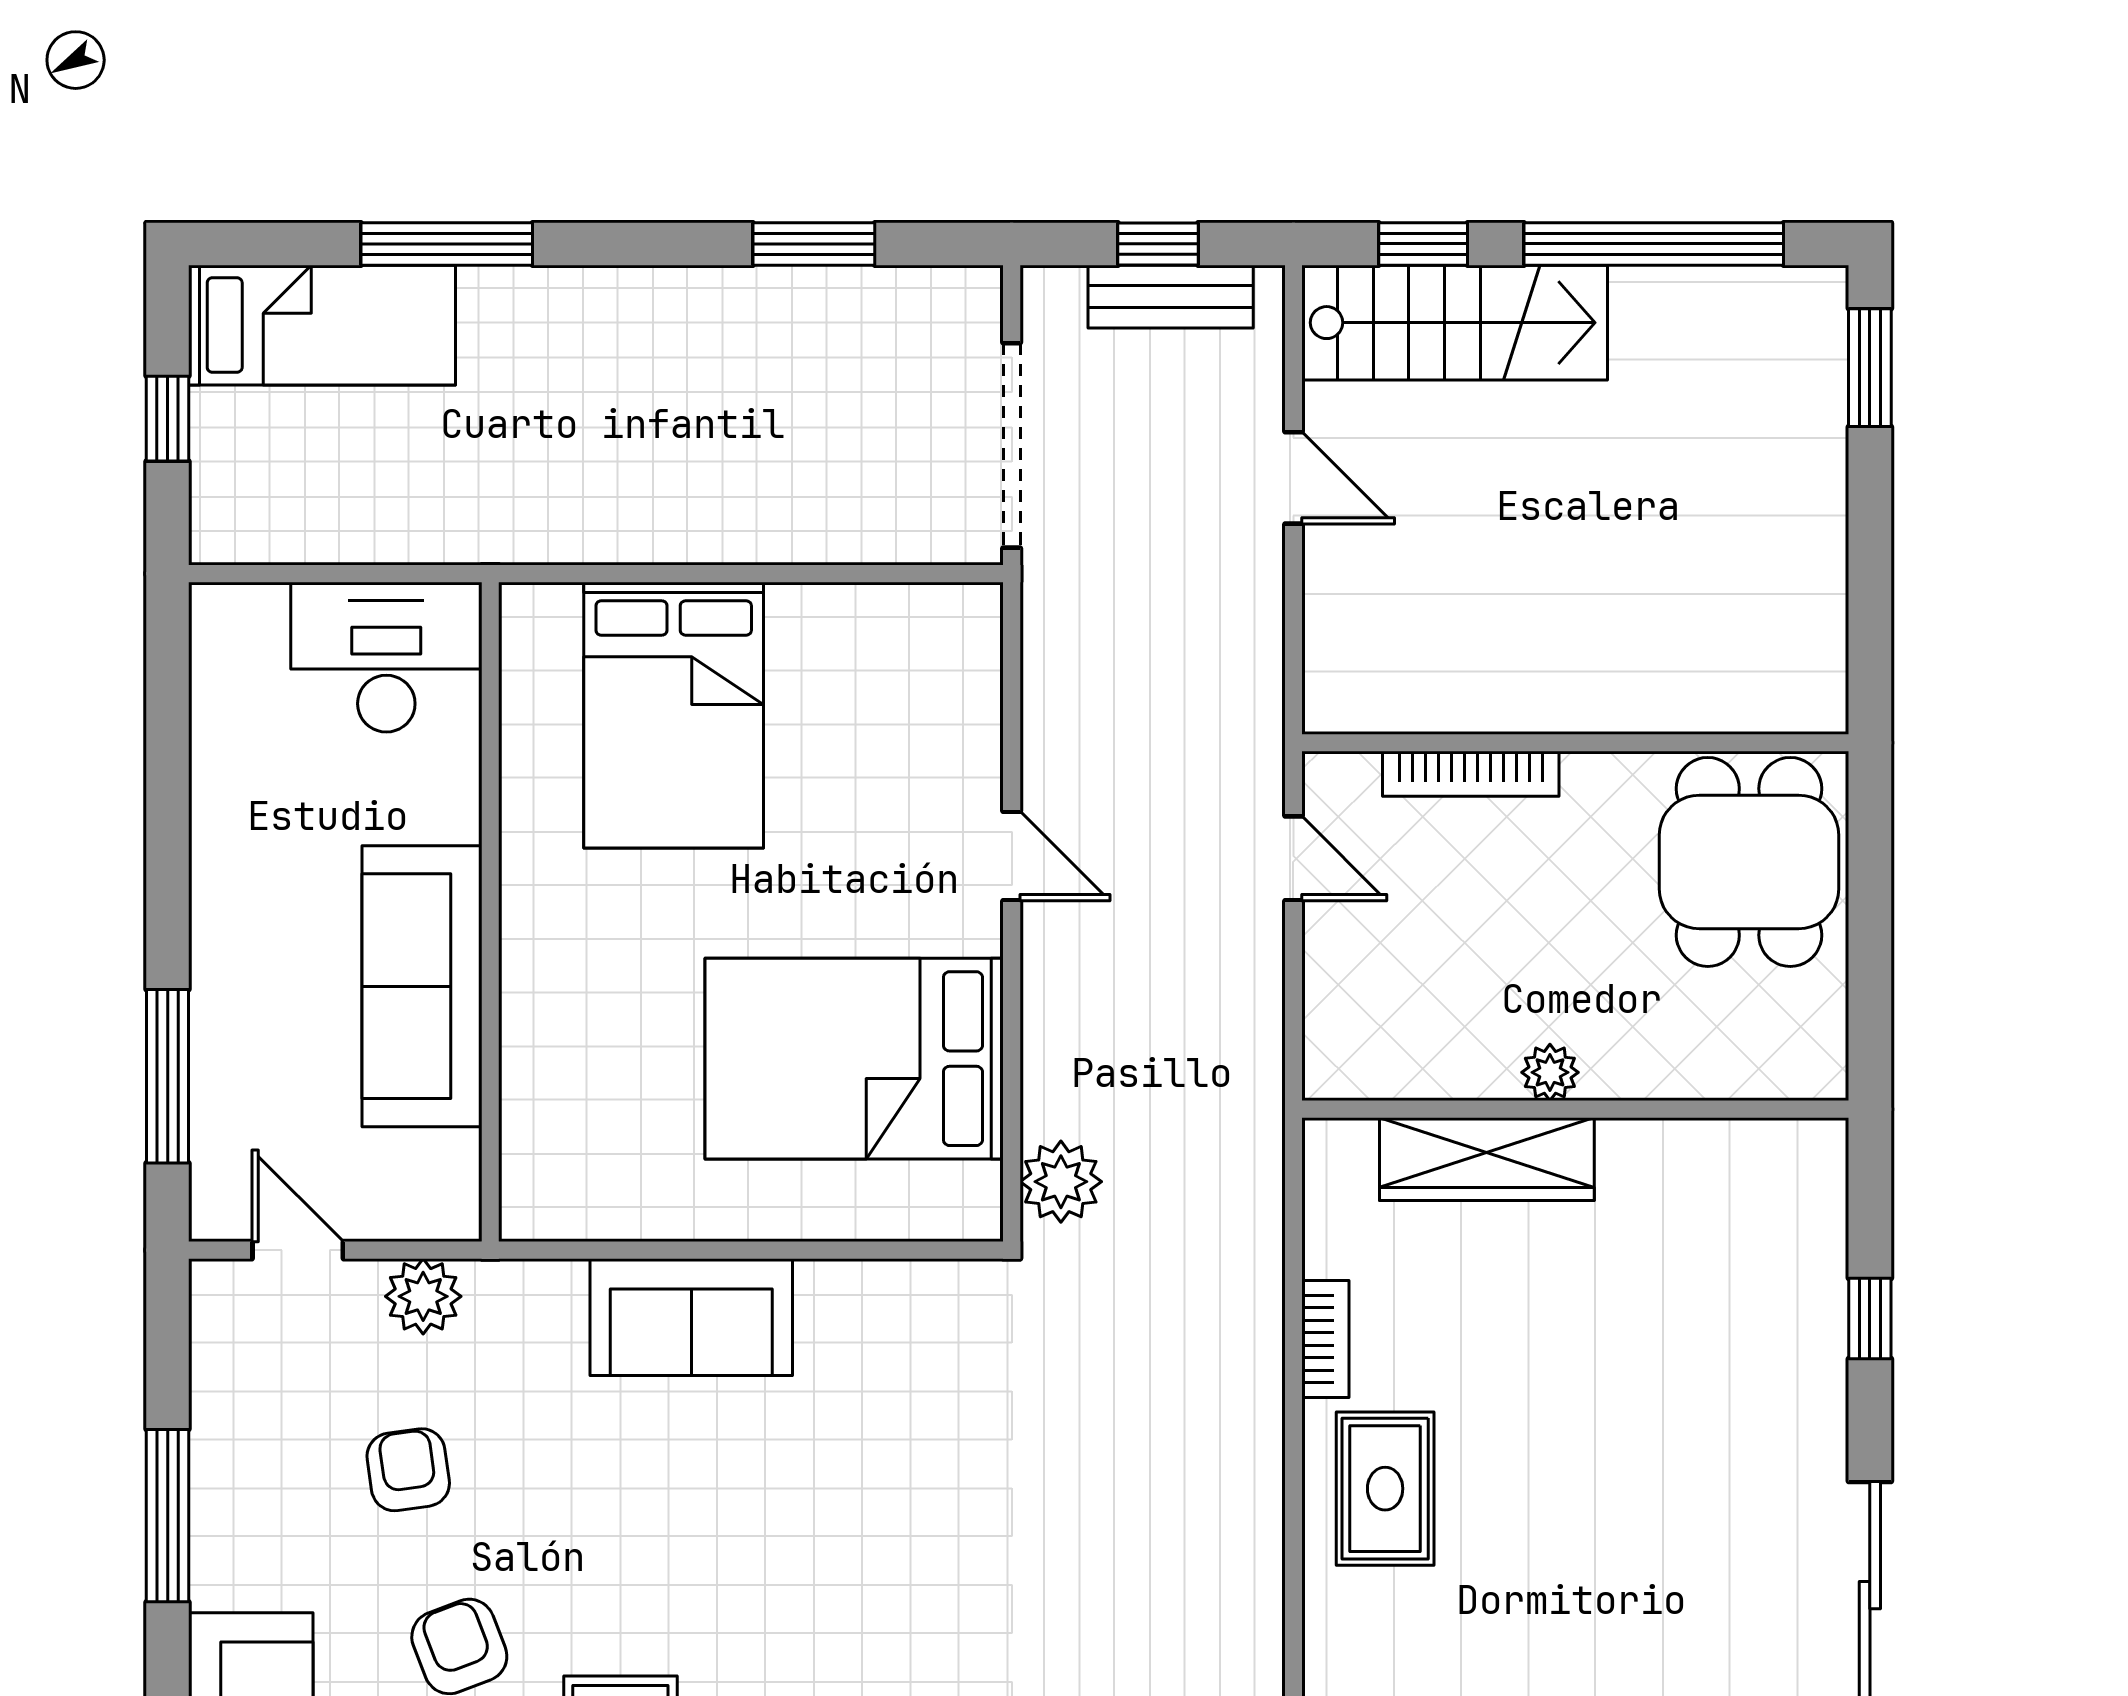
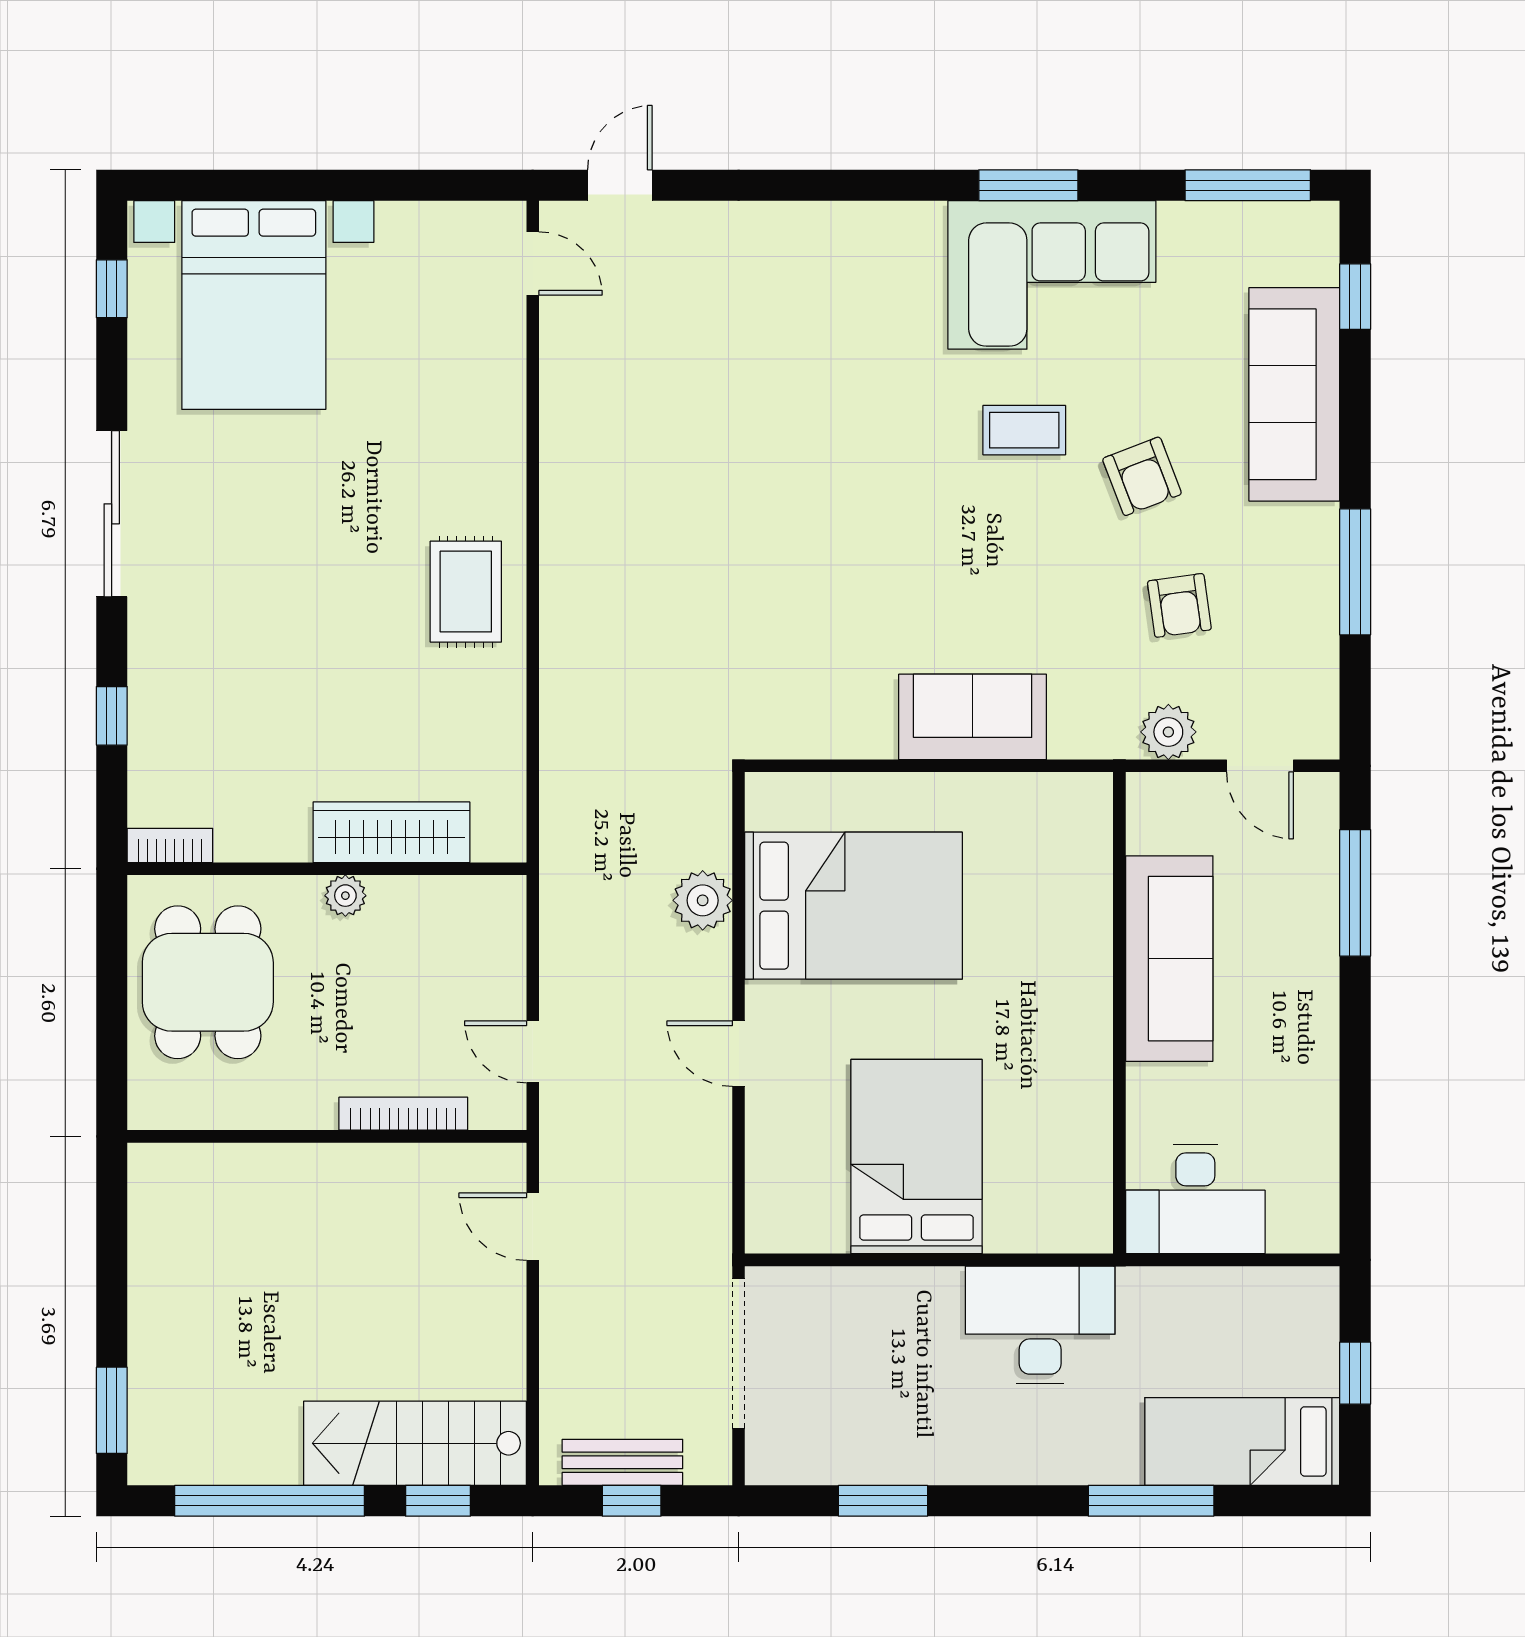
door: (1293, 478) -> (533, 1227), moved
desk: (599, 485) -> (1040, 1325), added
bed: (674, 715) -> (916, 1157), moved
dining table: (1749, 862) -> (208, 982), moved
plant: (1061, 1182) -> (703, 900), moved
bookcase: (1325, 1339) -> (170, 845), moved, turned 90

